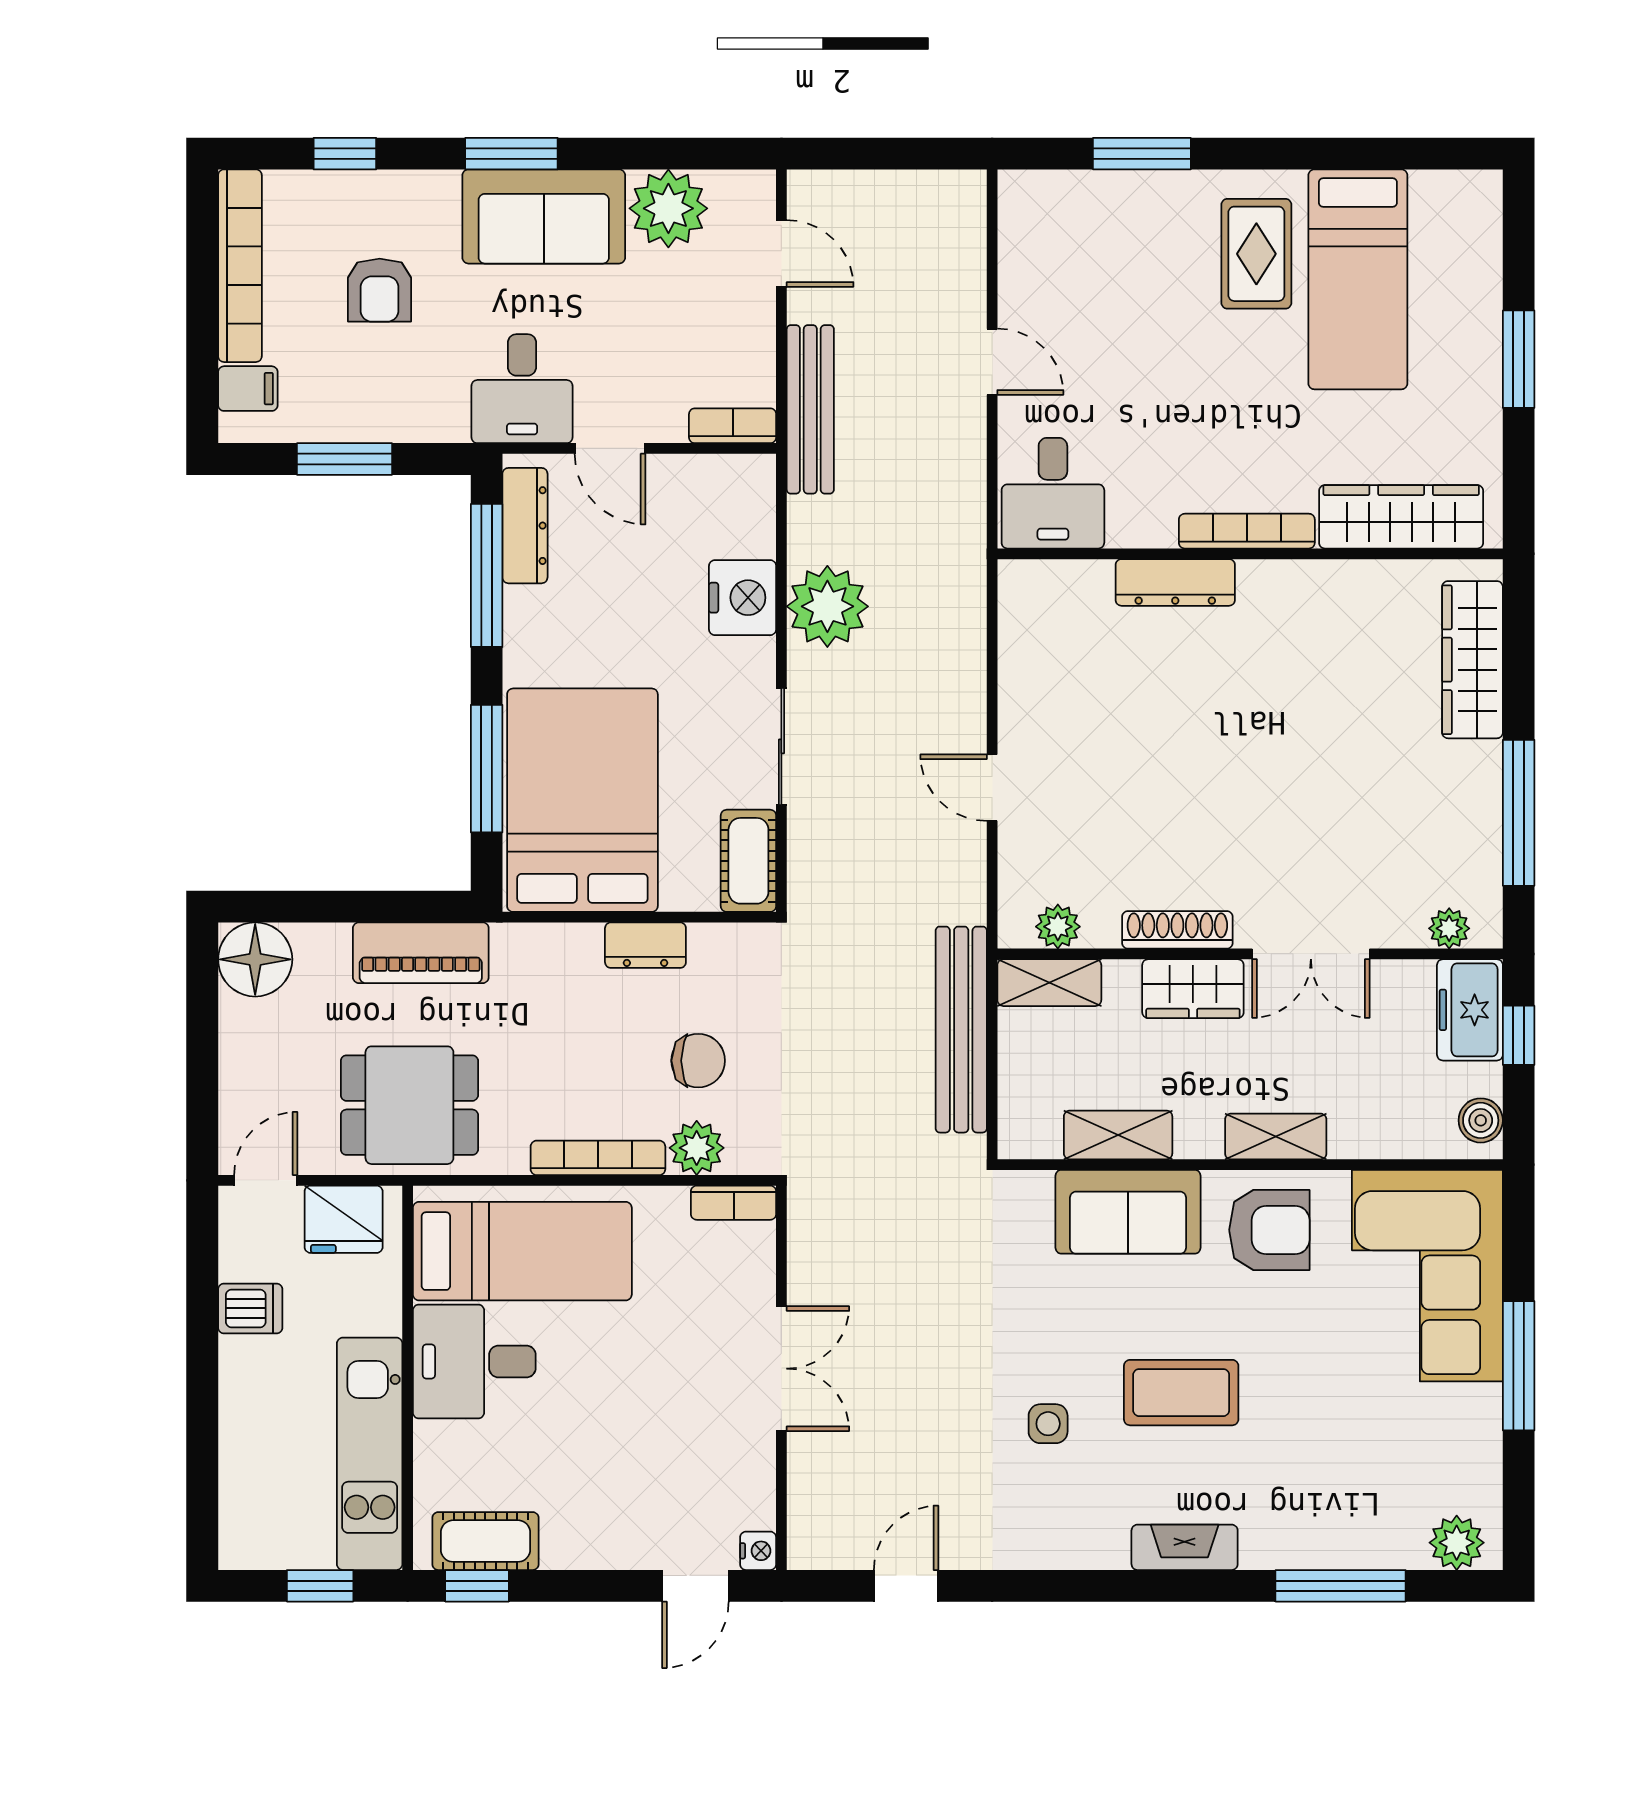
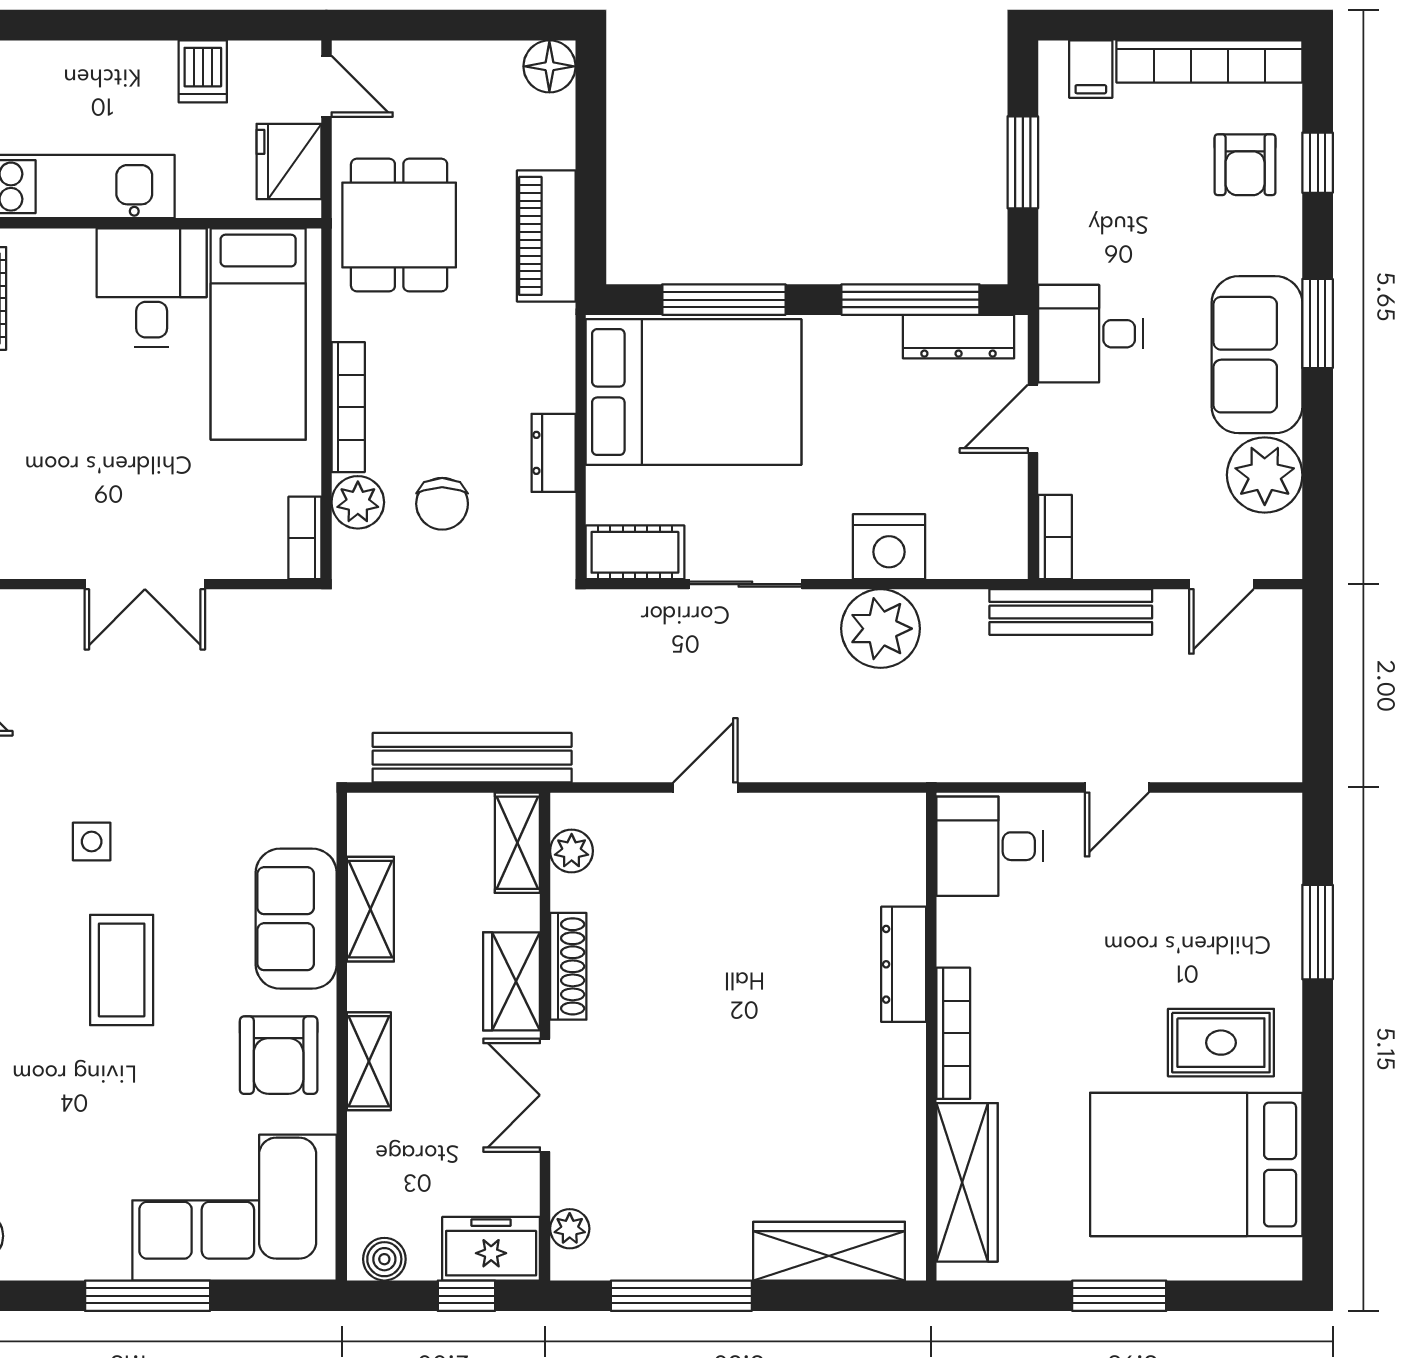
bed: (1358, 279) -> (1196, 1164), width x1.50
armchair: (380, 290) -> (1245, 165), moved, turned -90
floor lamp: (255, 959) -> (549, 66), width x0.73, depth x0.73

